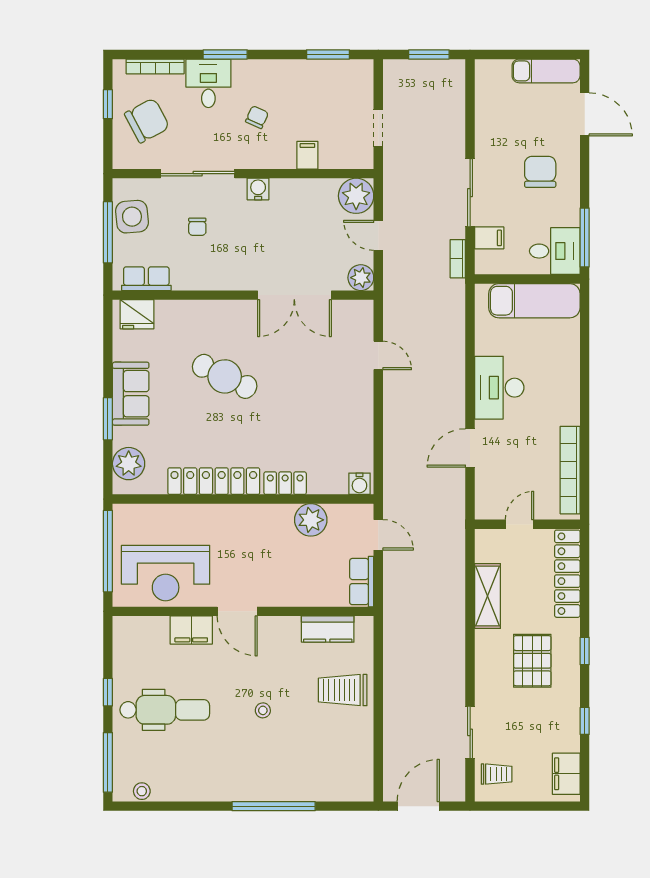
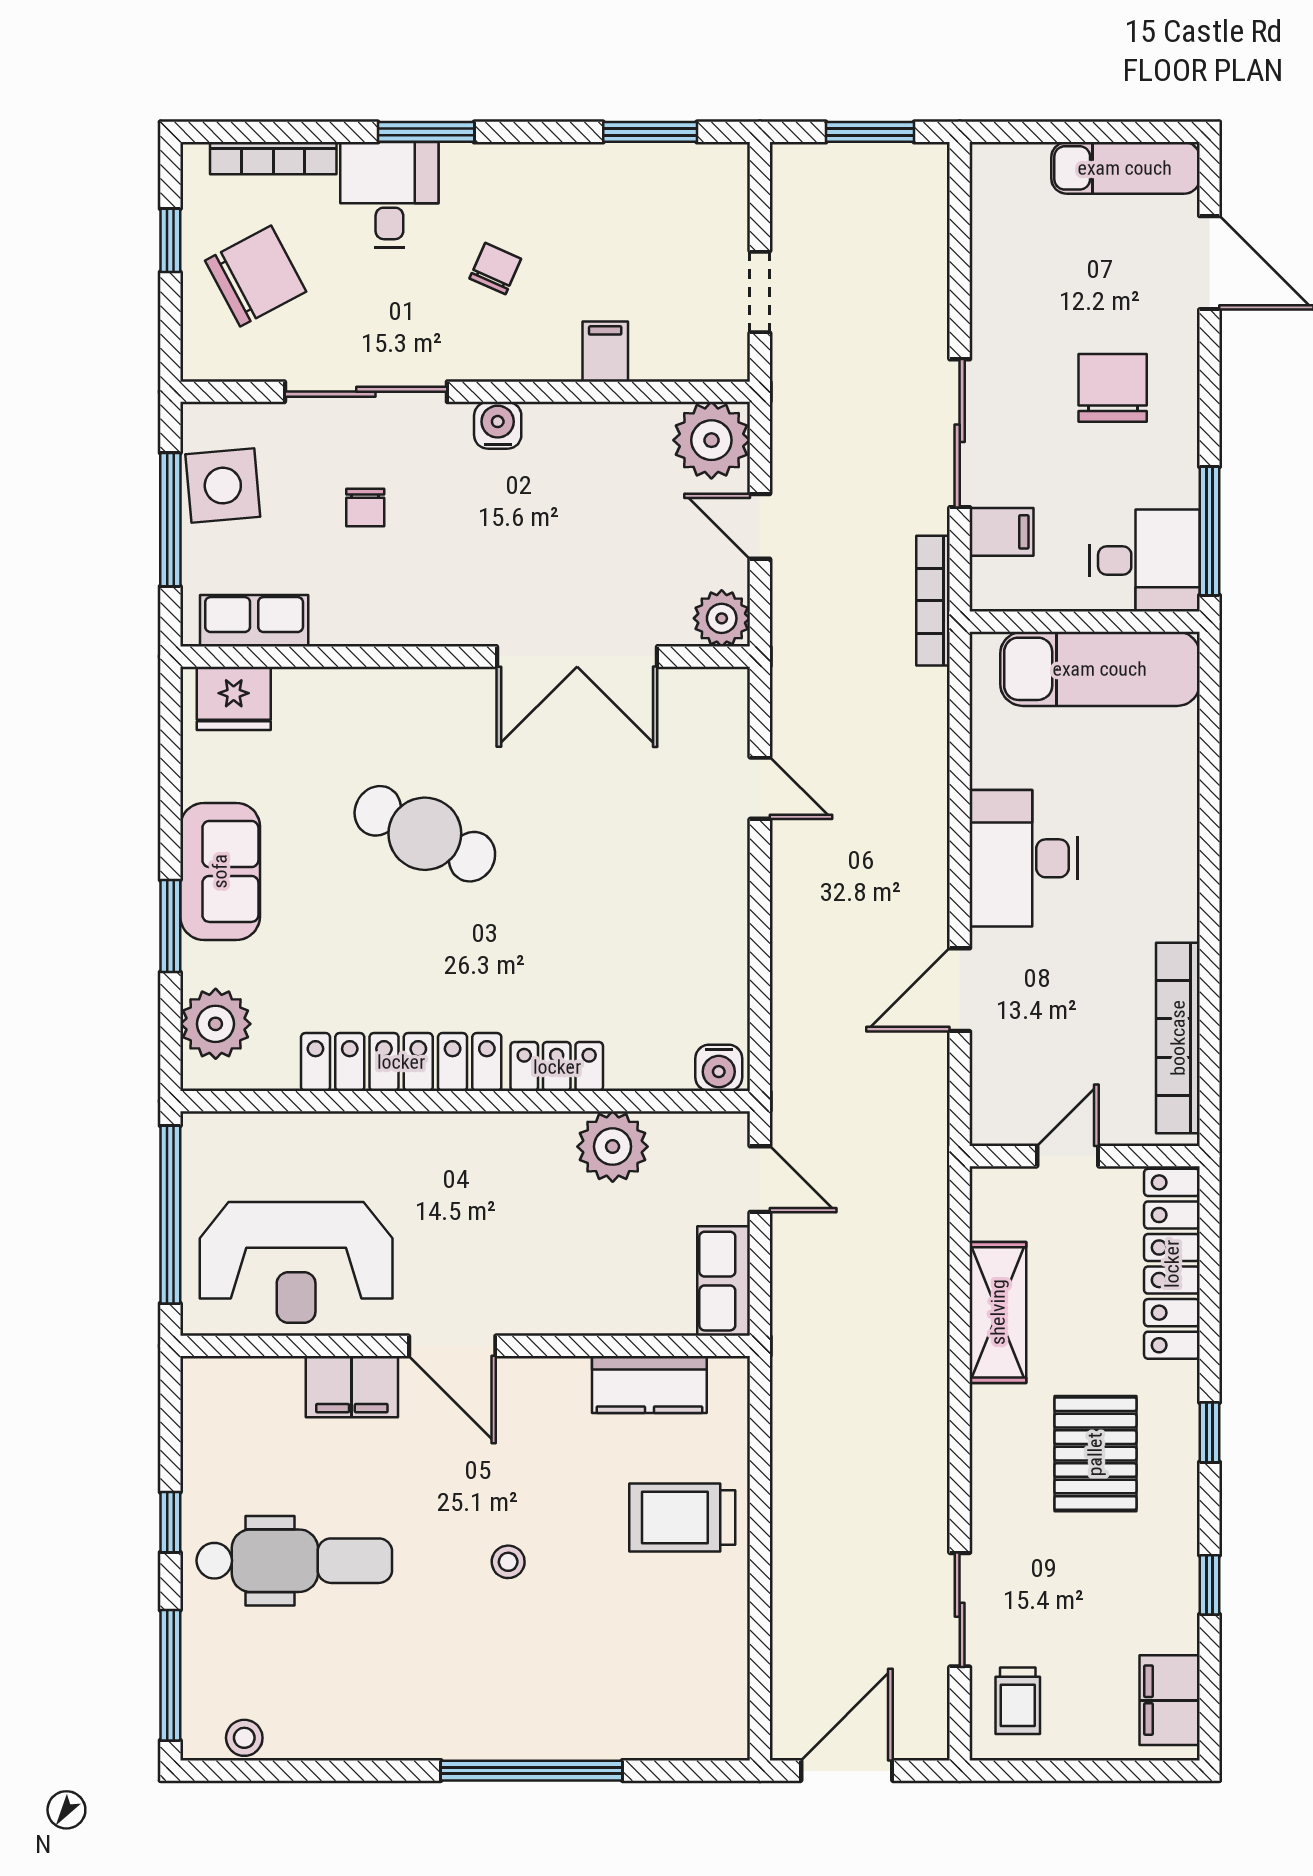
bookcase: (458, 259) -> (933, 601), width x1.56
trolley: (497, 774) -> (1018, 1701), turned 90

